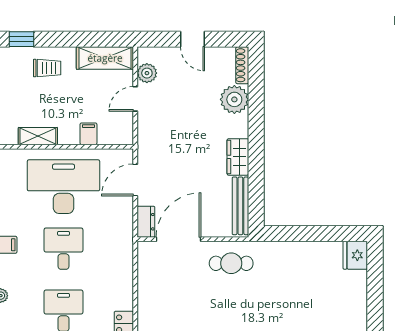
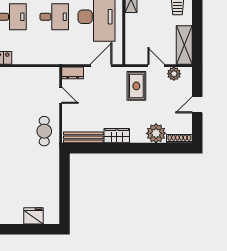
rug: (165, 128) -> (136, 86), added
filing cabinet: (88, 134) -> (133, 34), removed
door: (135, 180) -> (101, 66), hinge flipped
door: (179, 239) -> (61, 95), width x0.53
fridge: (355, 255) -> (34, 216), moved

